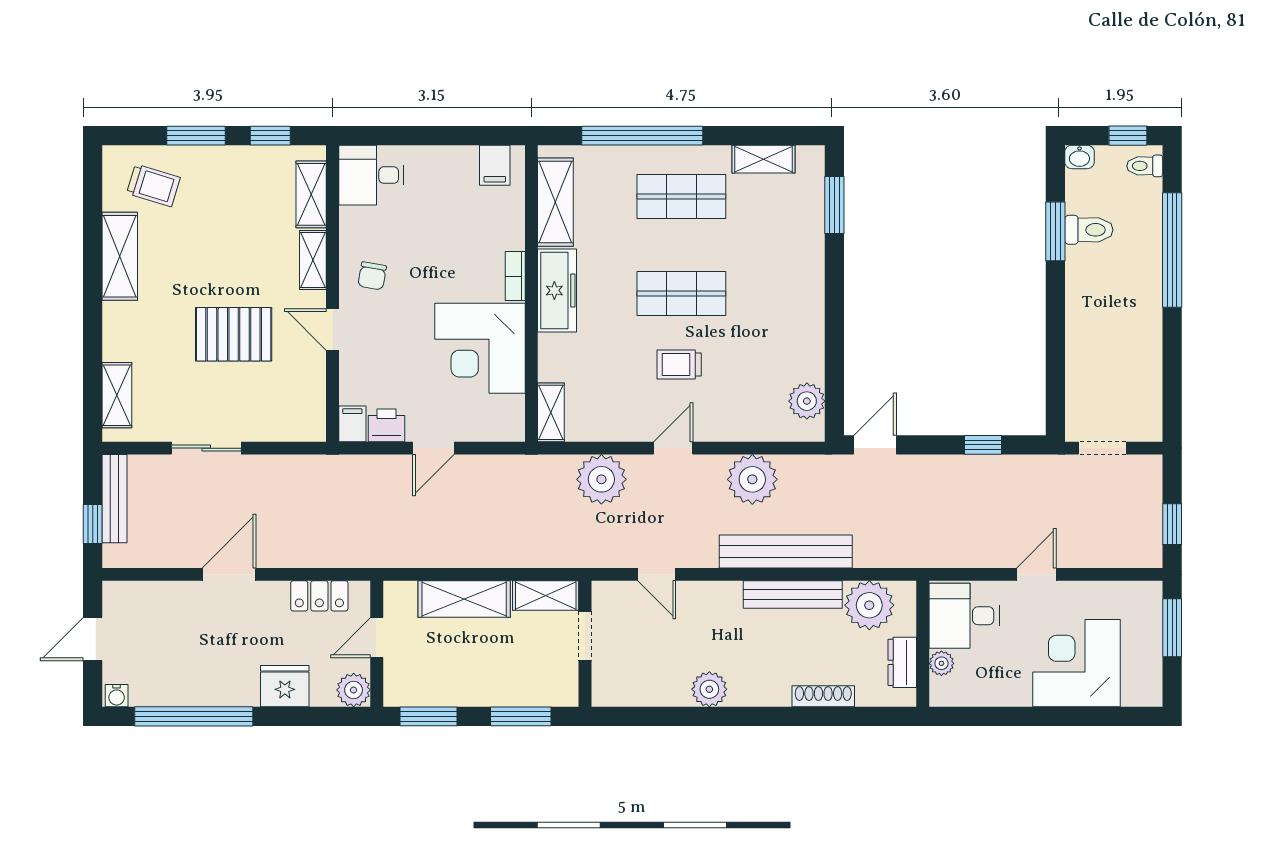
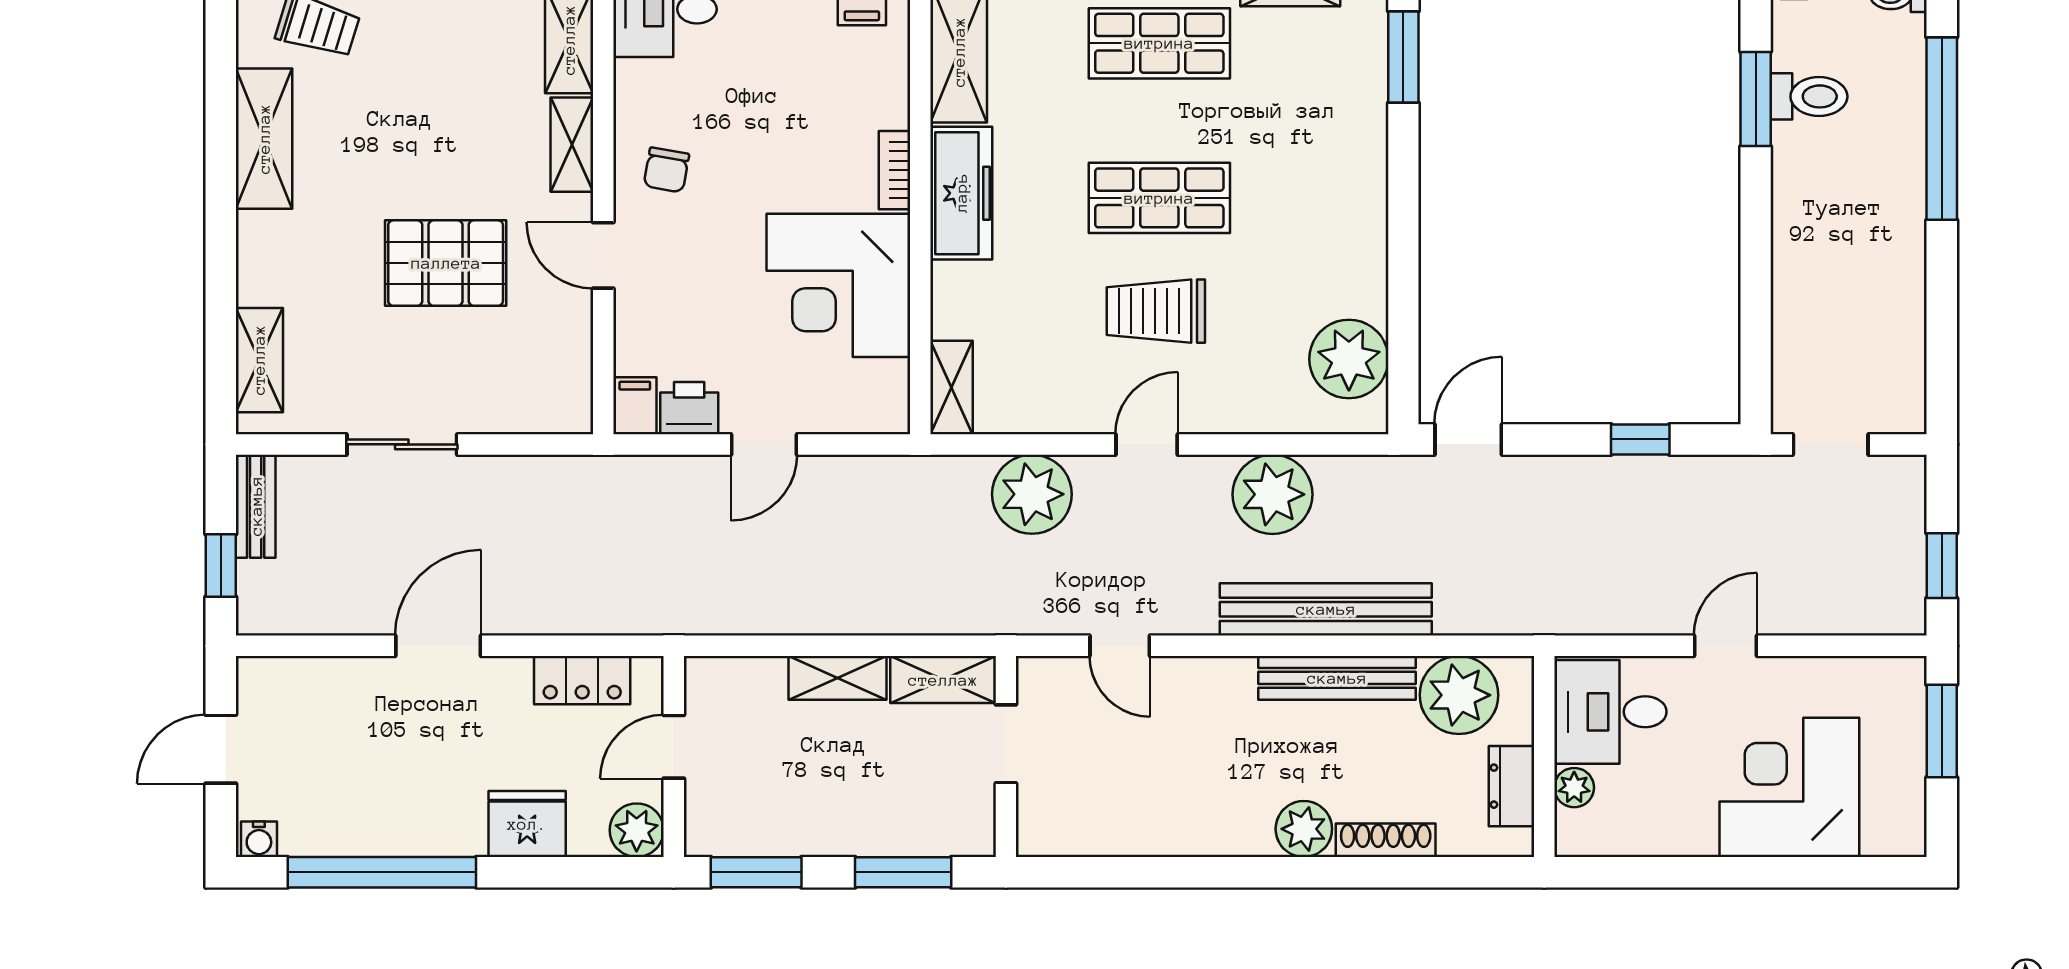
trolley: (679, 364) -> (1156, 311), width x1.36, depth x1.39
plant: (807, 401) -> (1349, 359), width x1.36, depth x1.36
bench: (115, 499) -> (256, 506), width x0.73
shelving: (464, 599) -> (837, 678), width x0.67, depth x0.75
plant: (709, 689) -> (1304, 829), moved

